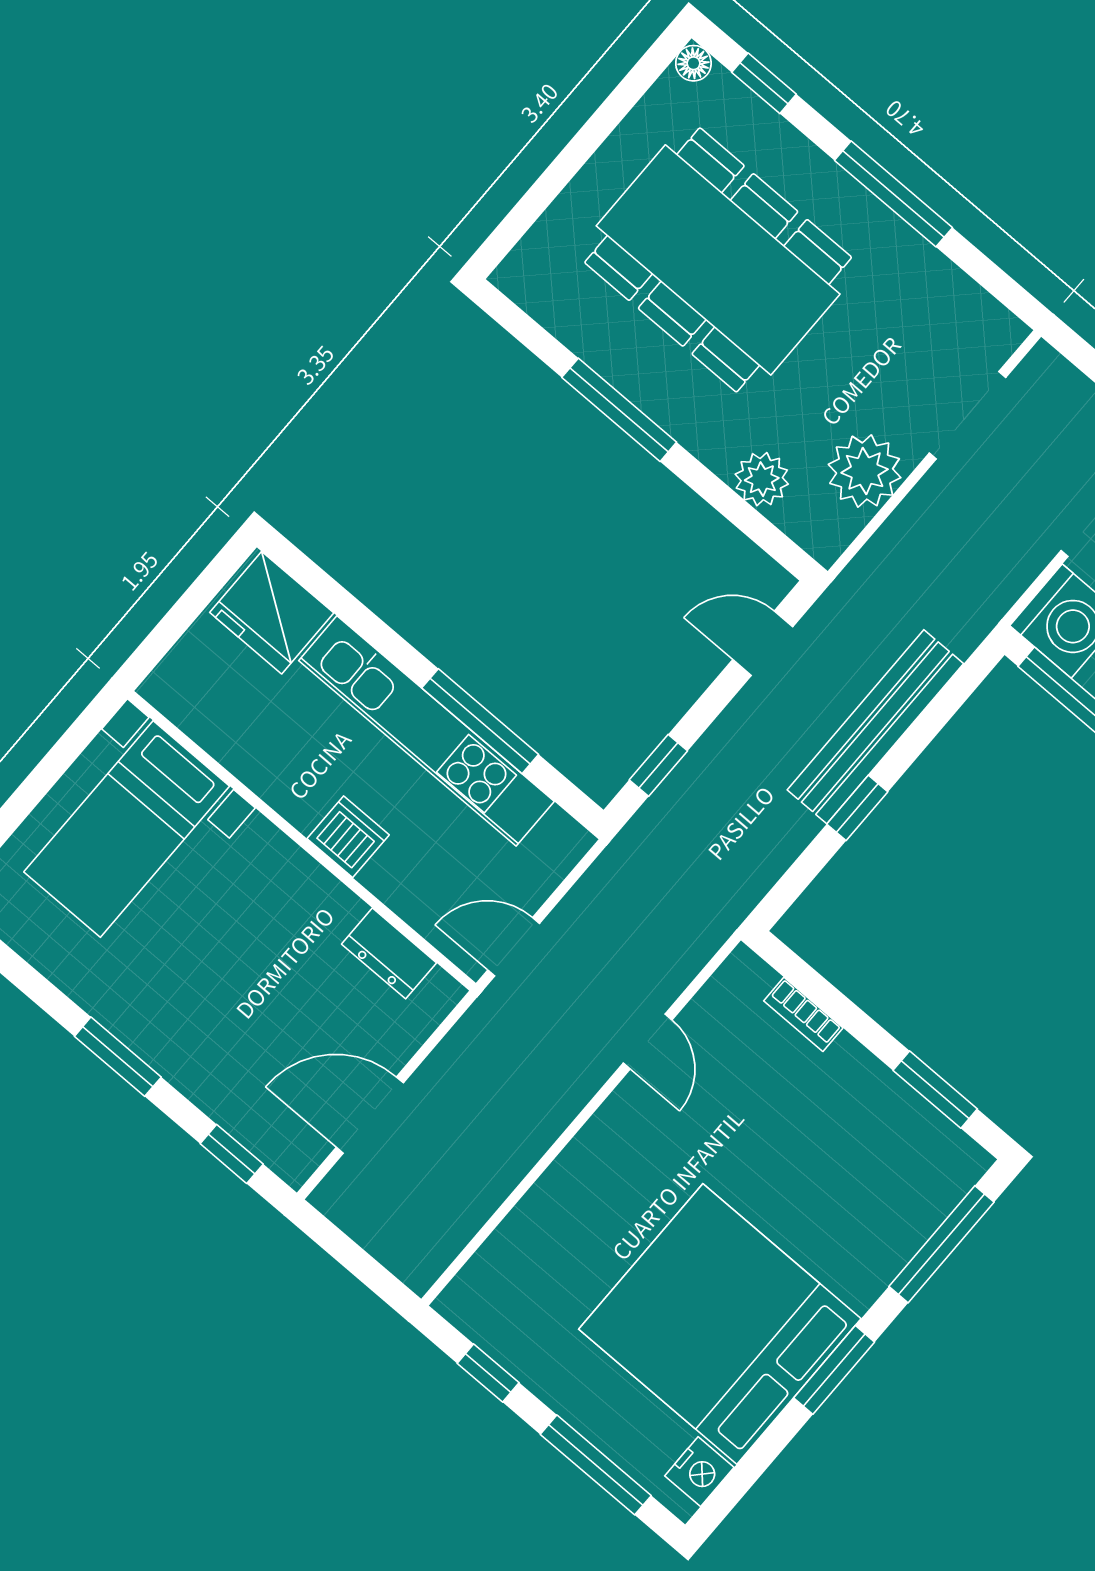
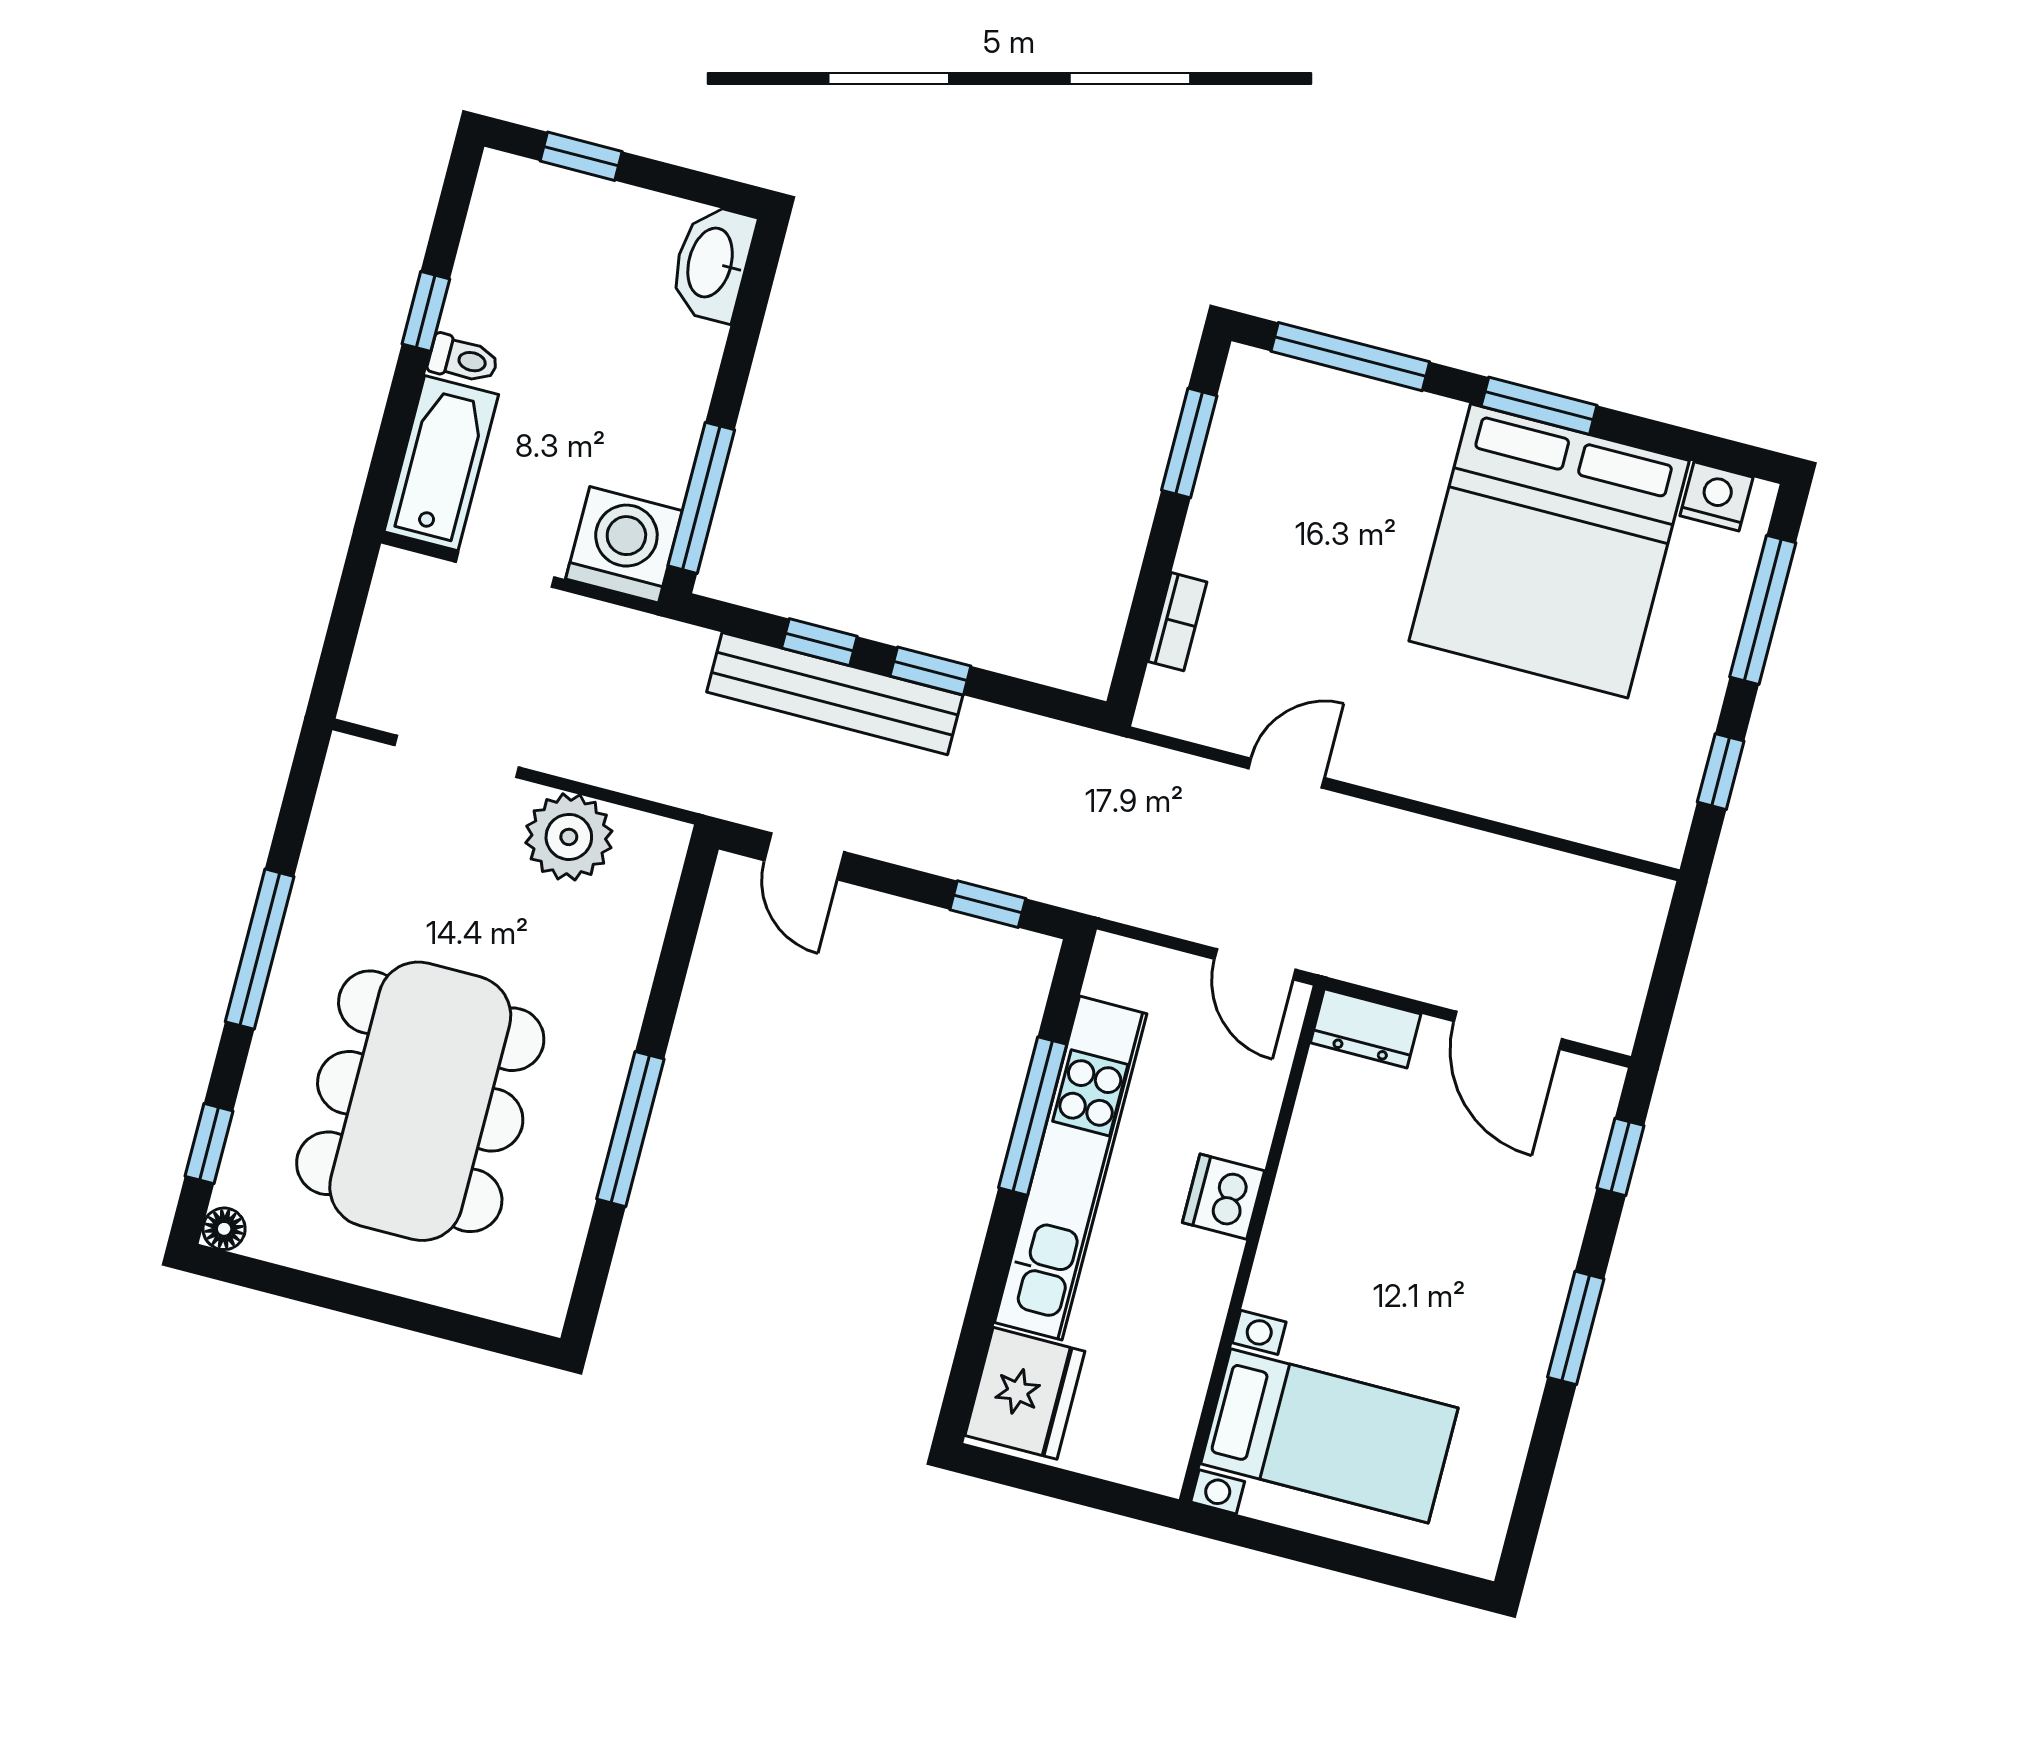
plant: (762, 479) -> (630, 942), removed
window: (920, 734) -> (819, 642), added
dresser: (389, 953) -> (1366, 1028), moved, turned 90

